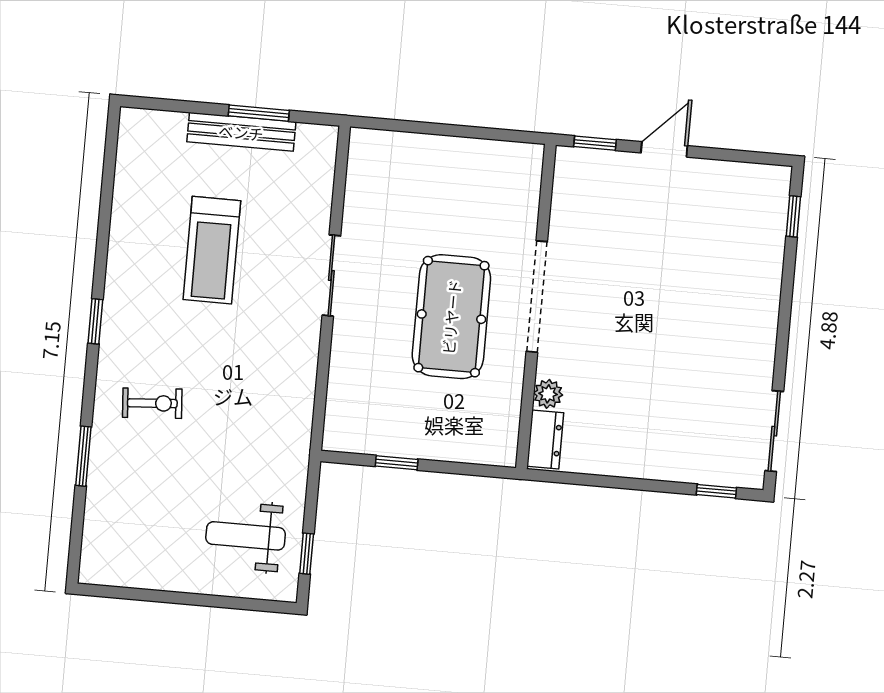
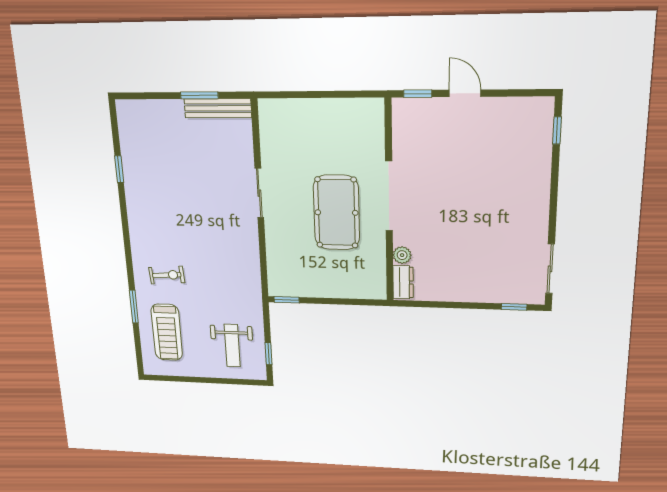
bench: (241, 132) -> (218, 108), moved
door: (664, 149) -> (465, 93), hinge flipped
treadmill: (212, 250) -> (167, 332), moved
window: (95, 321) -> (119, 169), moved
window: (397, 463) -> (287, 300), moved
weight bench: (246, 536) -> (232, 345), turned -90

